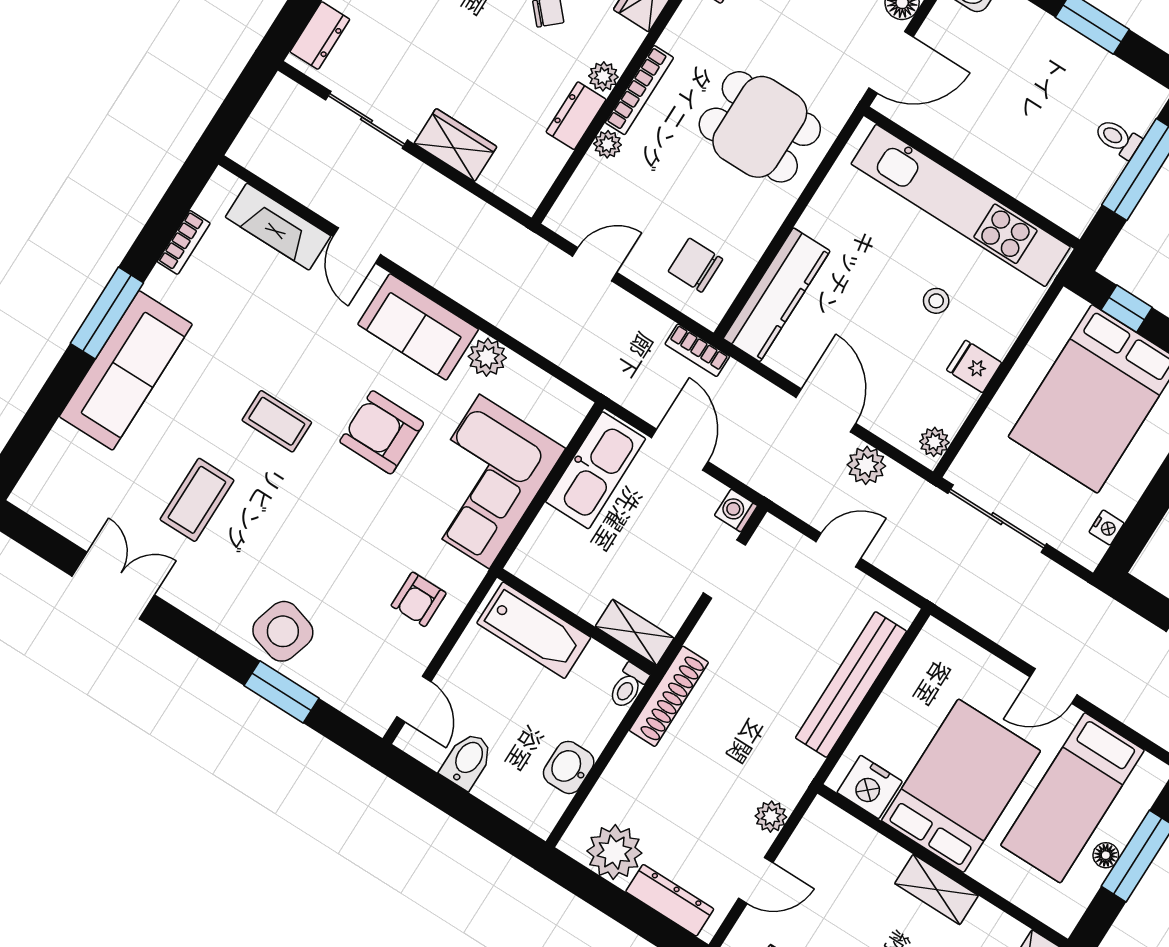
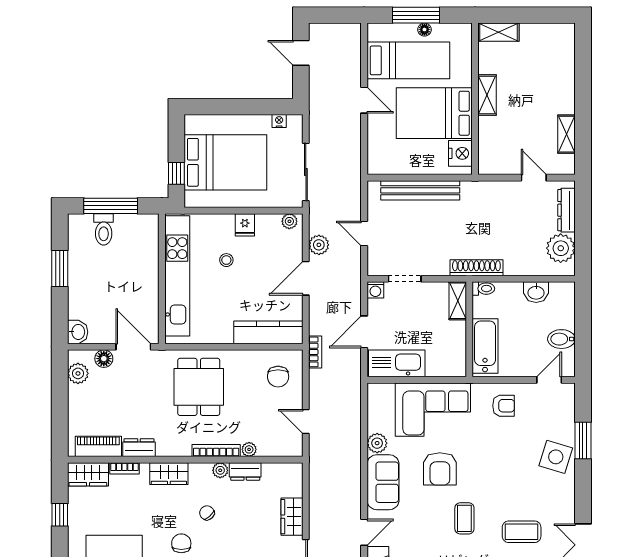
toilet: (1118, 139) -> (104, 229), width x1.37, depth x1.39
plant: (771, 817) -> (501, 189), removed

